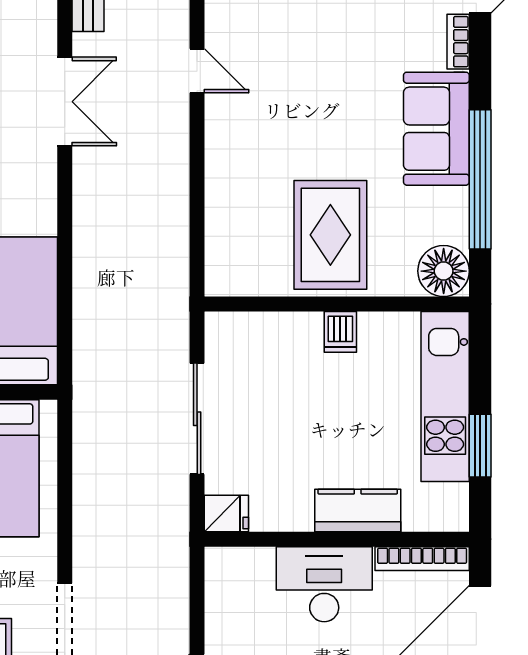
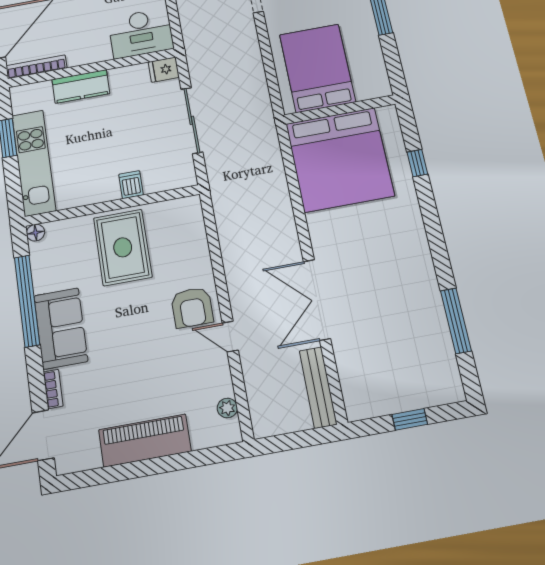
double door: (65, 102) -> (317, 300), width x1.37
armchair: (244, 124) -> (192, 307), added
floor lamp: (444, 271) -> (36, 233), width x0.53, depth x0.53
dishwasher: (340, 332) -> (131, 185), moved
desk: (324, 584) -> (141, 33), moved

